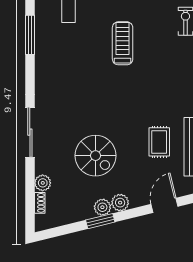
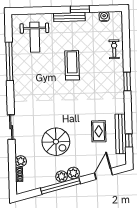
window: (30, 35) -> (9, 61), width x1.46
sliding door: (30, 132) -> (11, 127), width x0.73
window: (100, 221) -> (60, 186), width x2.11

